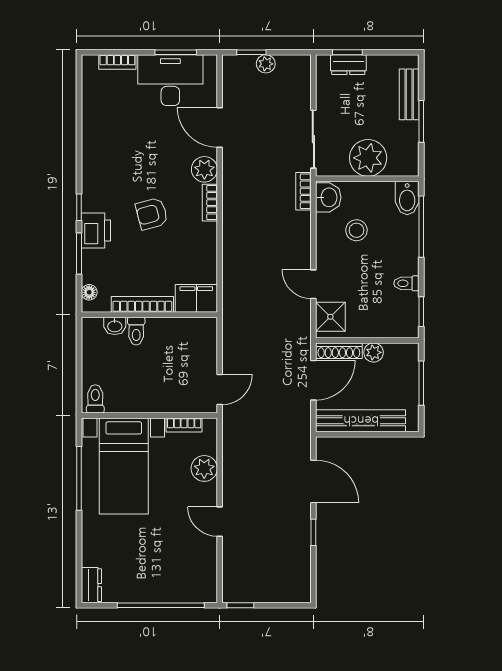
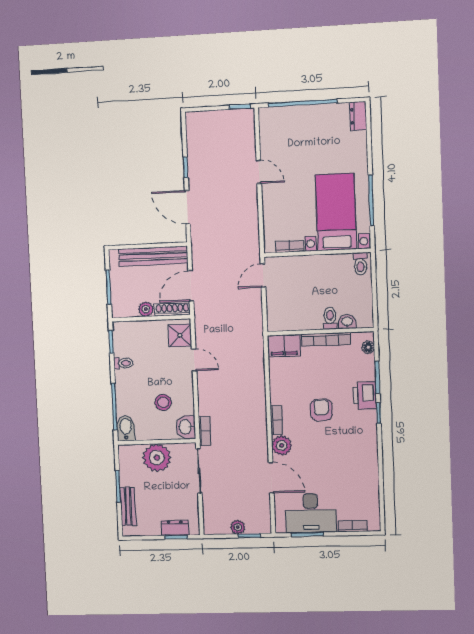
armchair: (152, 214) -> (321, 410), turned -75
plant: (204, 468) -> (273, 213), removed

